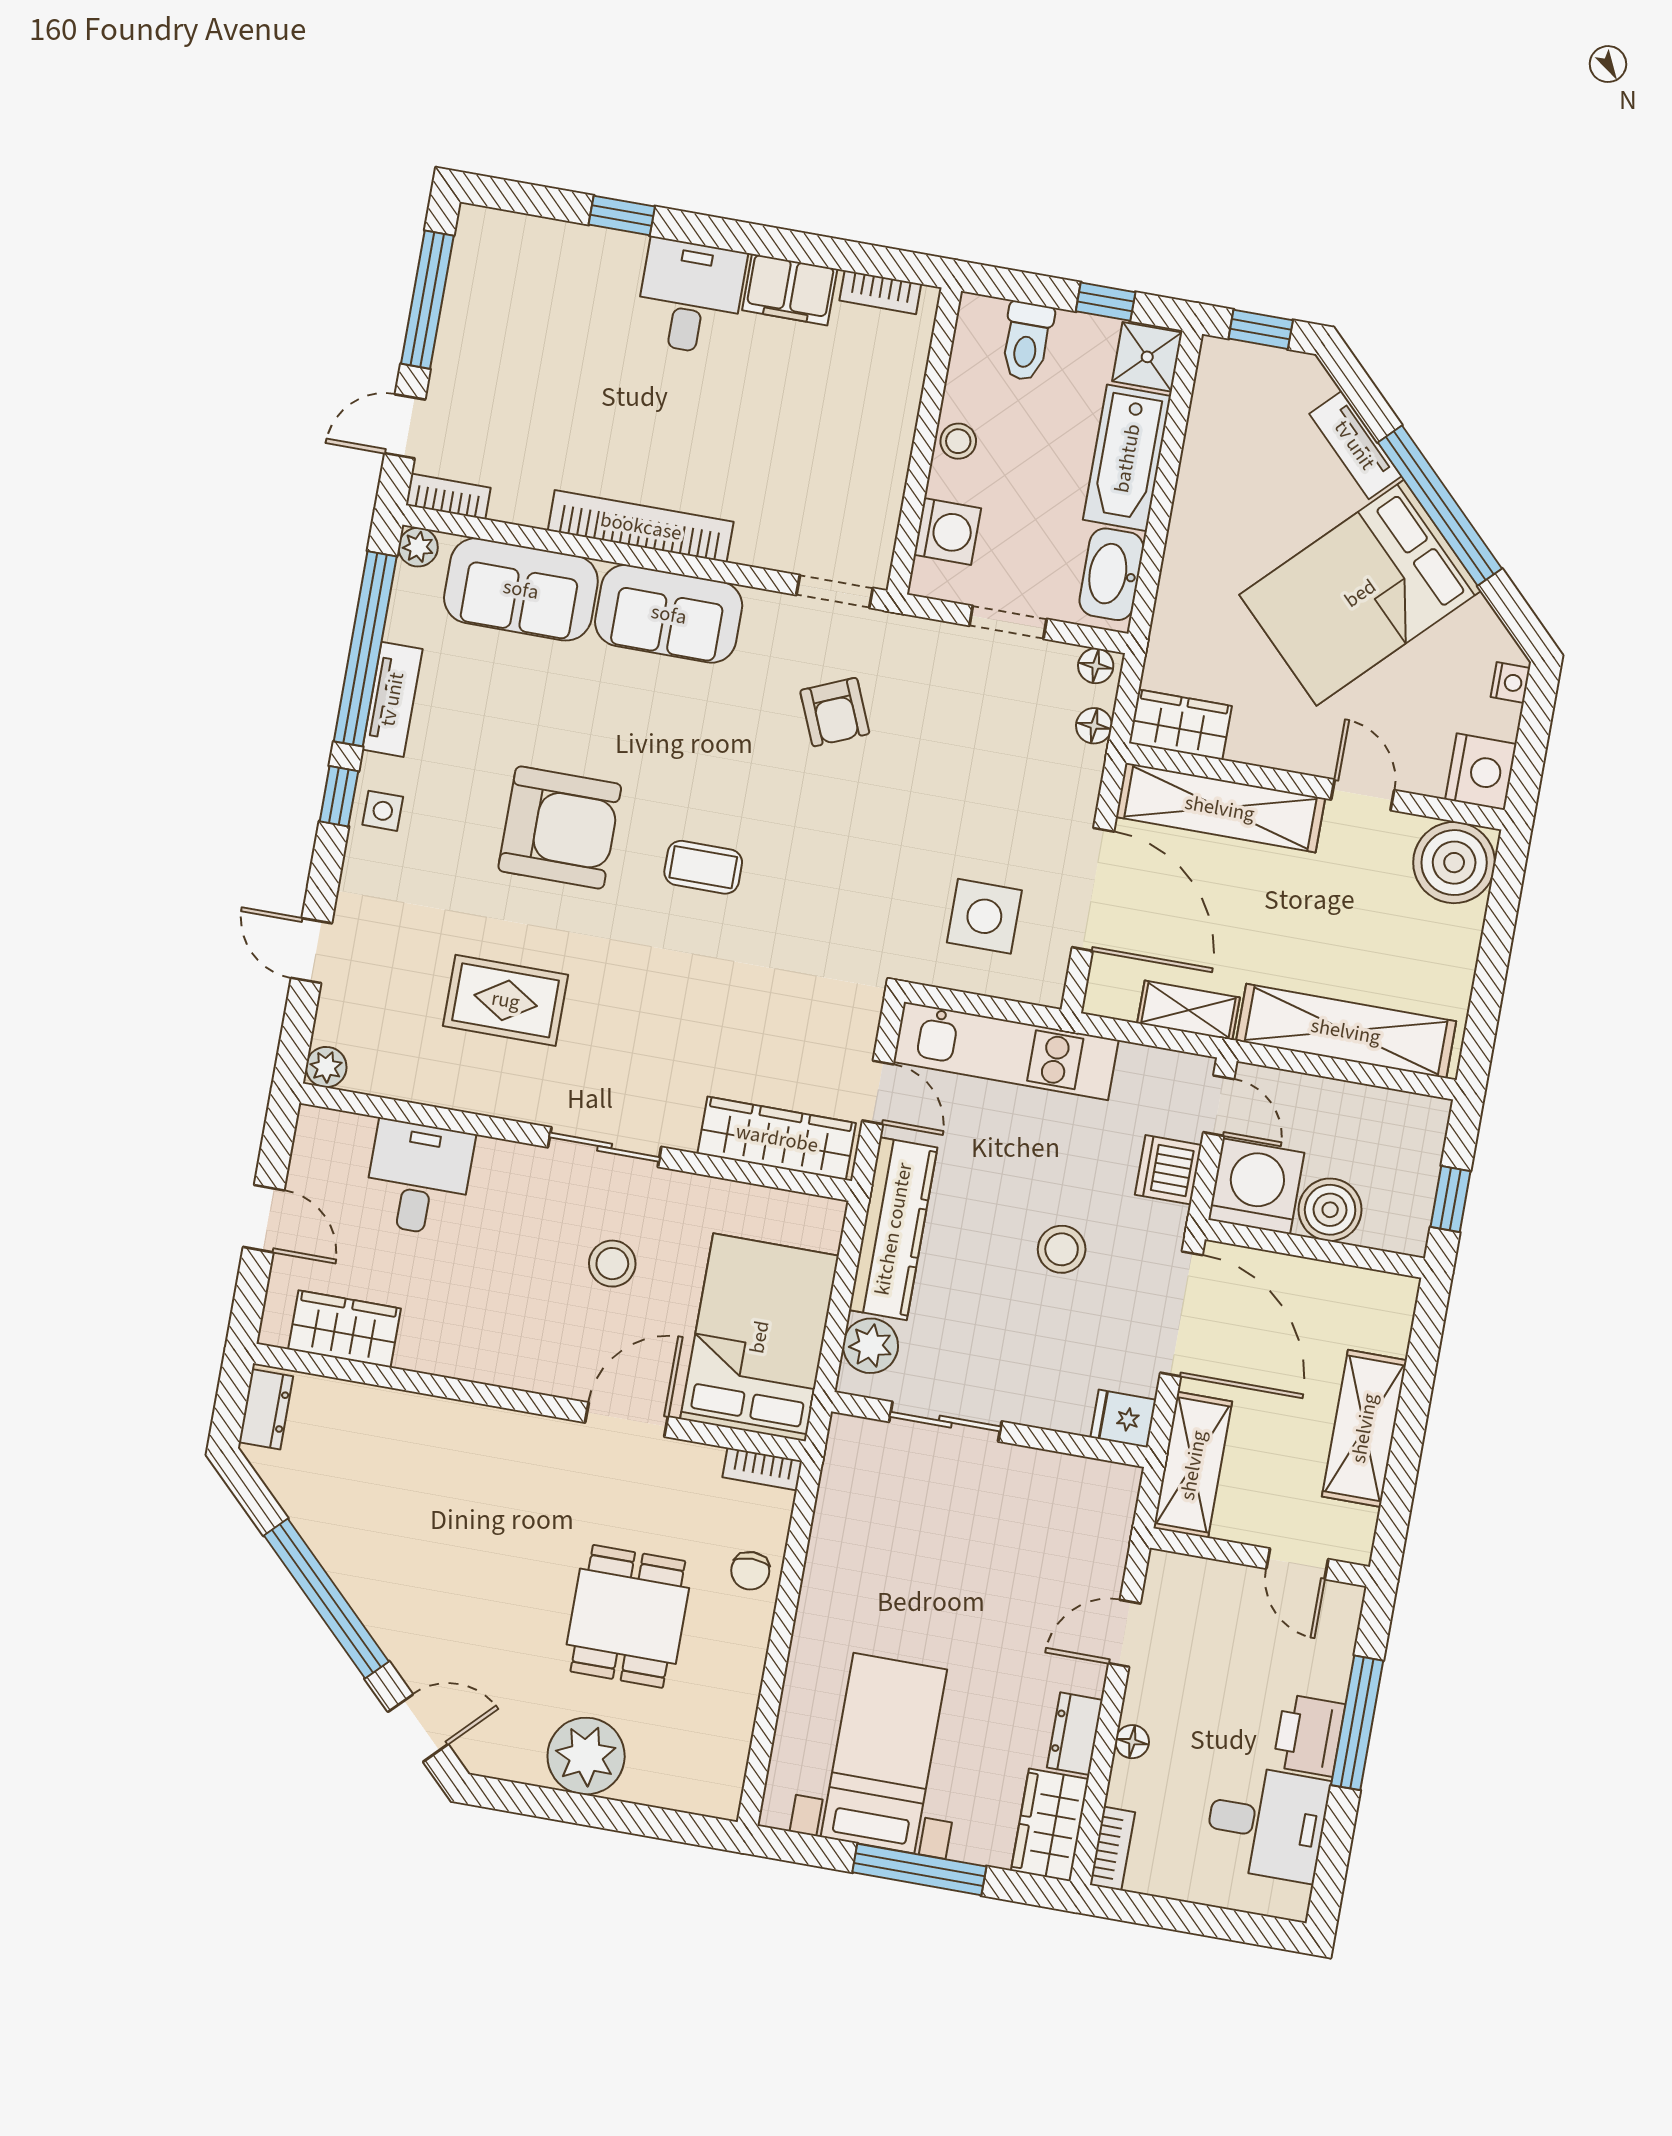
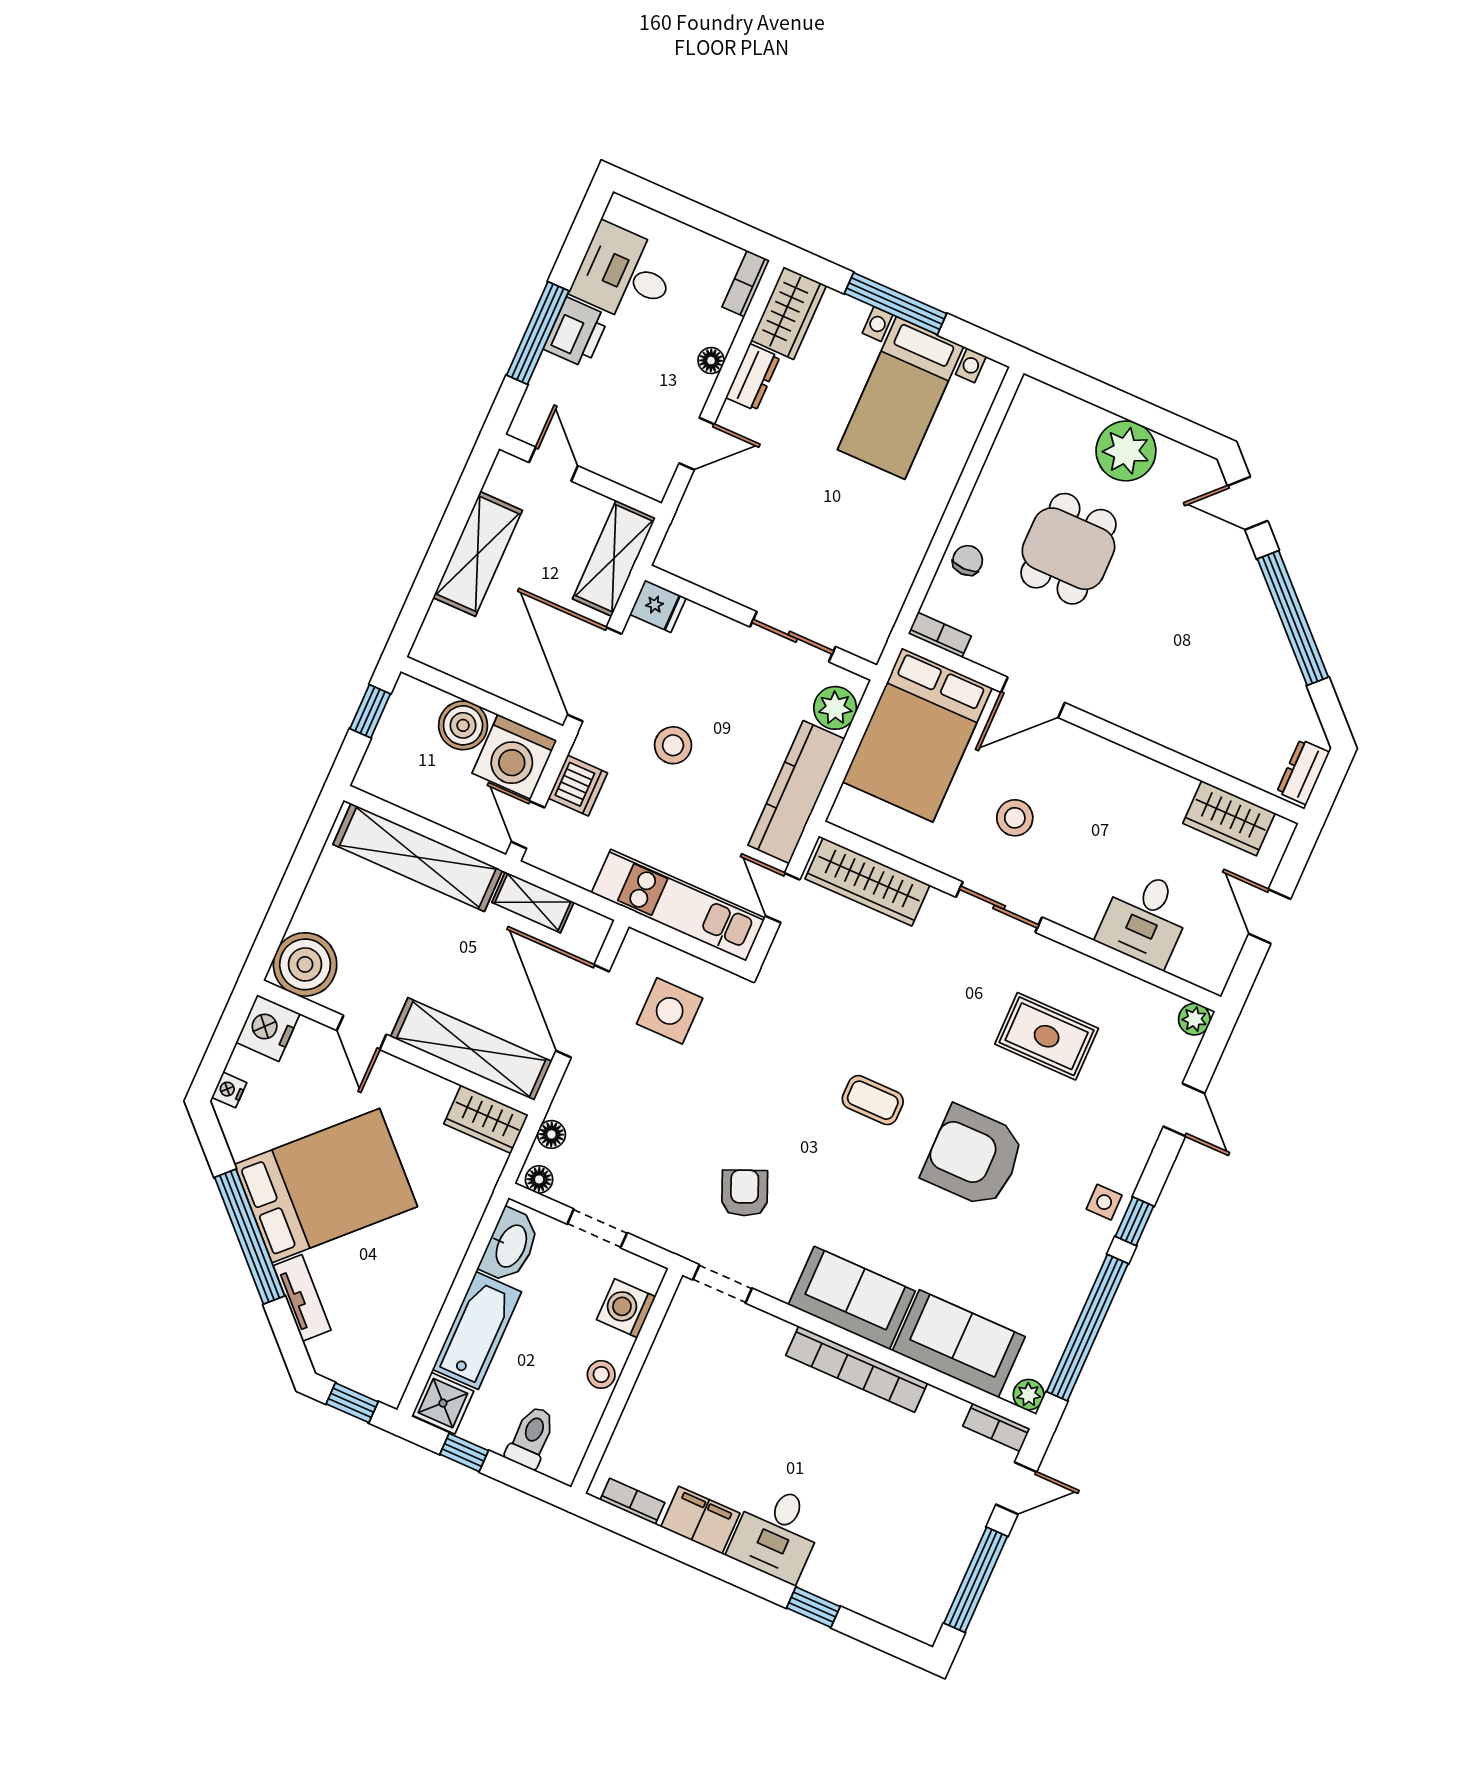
tv unit: (392, 699) -> (1076, 1285), removed

